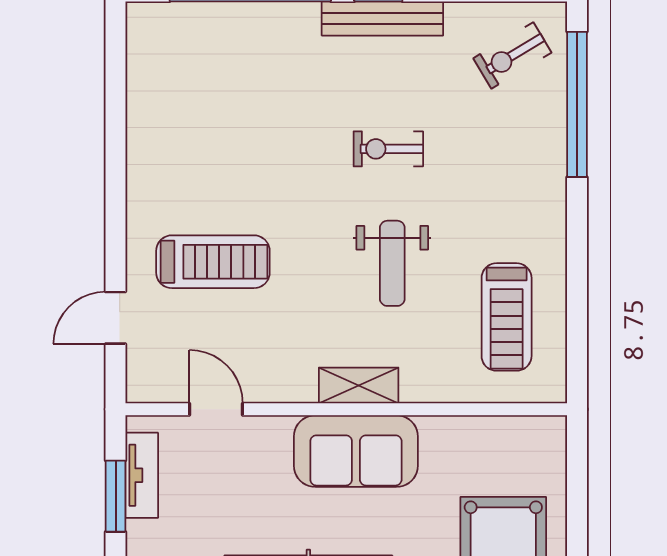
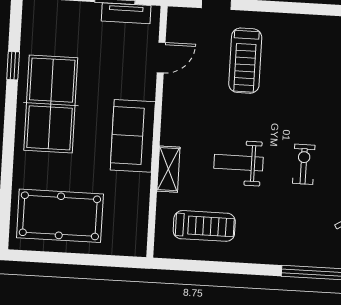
treadmill: (507, 317) -> (204, 226), turned 180
shelving: (359, 385) -> (168, 169), moved

